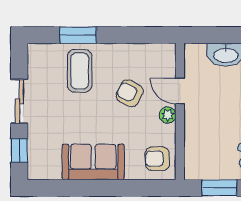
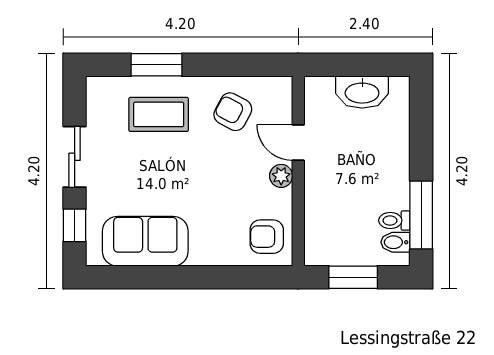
coffee table: (80, 71) -> (159, 114), turned 90
armchair: (130, 93) -> (233, 112), moved
sofa: (93, 162) -> (145, 241), moved

